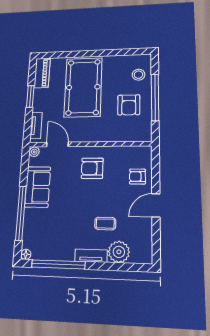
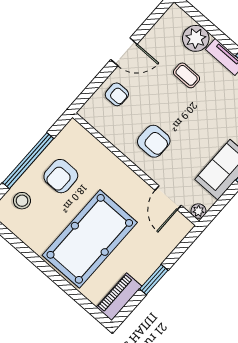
armchair: (129, 105) -> (61, 176), turned 180
tv unit: (36, 125) -> (174, 239), removed

